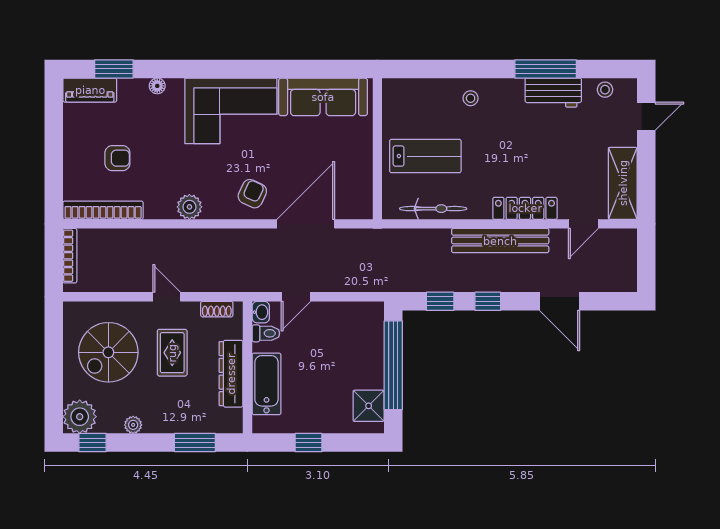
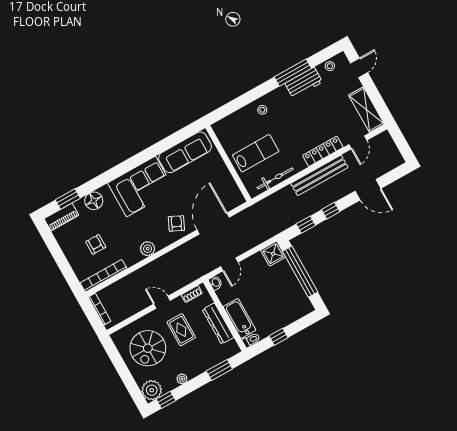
floor lamp: (157, 86) -> (94, 201), width x1.89, depth x1.89
armchair: (117, 158) -> (96, 244), turned -90
toilet: (266, 333) -> (251, 340), moved
shower: (369, 406) -> (273, 254), moved

